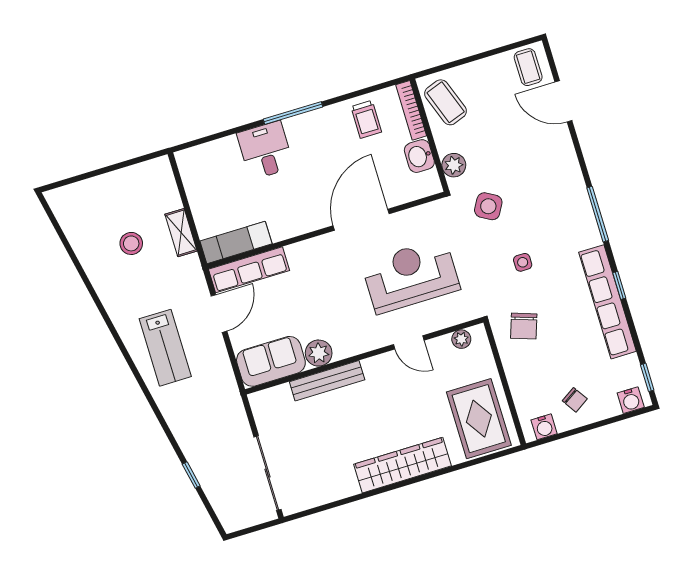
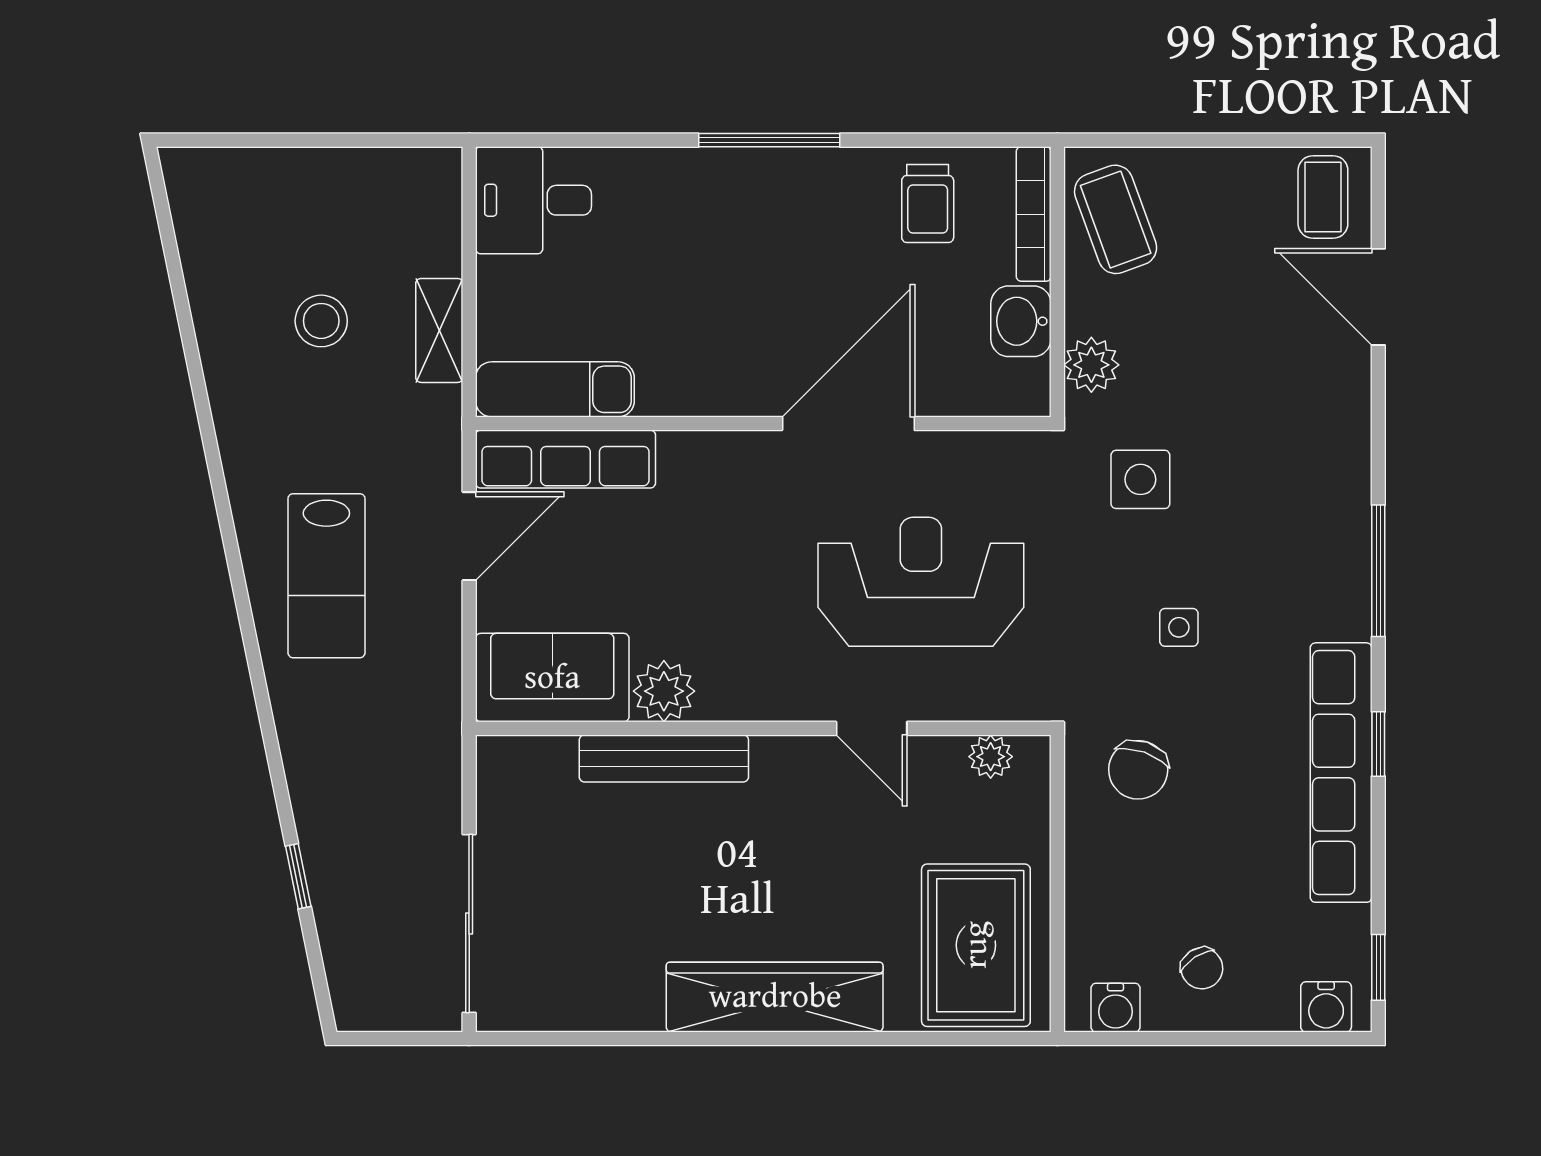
desk: (265, 150) -> (533, 200), moved, turned -90
side table: (488, 206) -> (1140, 479), turned -30

